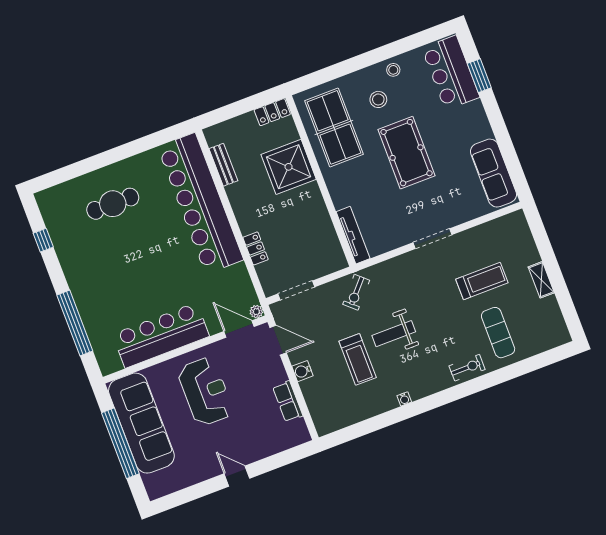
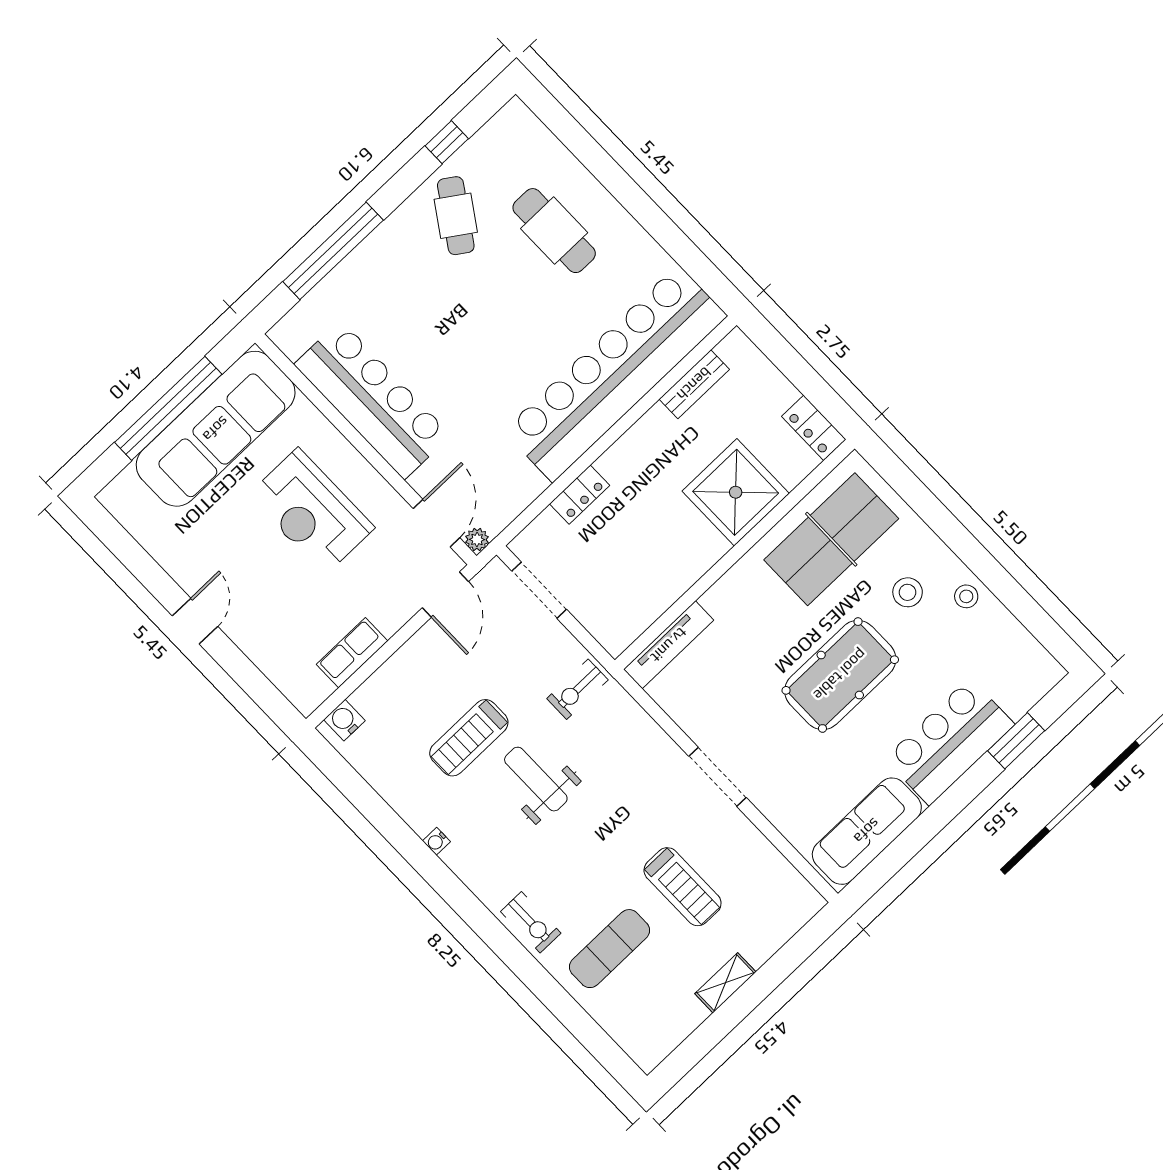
bar counter: (451, 73) -> (949, 742), moved
cafe table: (83, 252) -> (456, 216), added
exercise bike: (356, 292) -> (577, 689), turned -42
water cooler: (302, 371) -> (344, 720), moved
reception desk: (205, 392) -> (311, 511), turned 90

